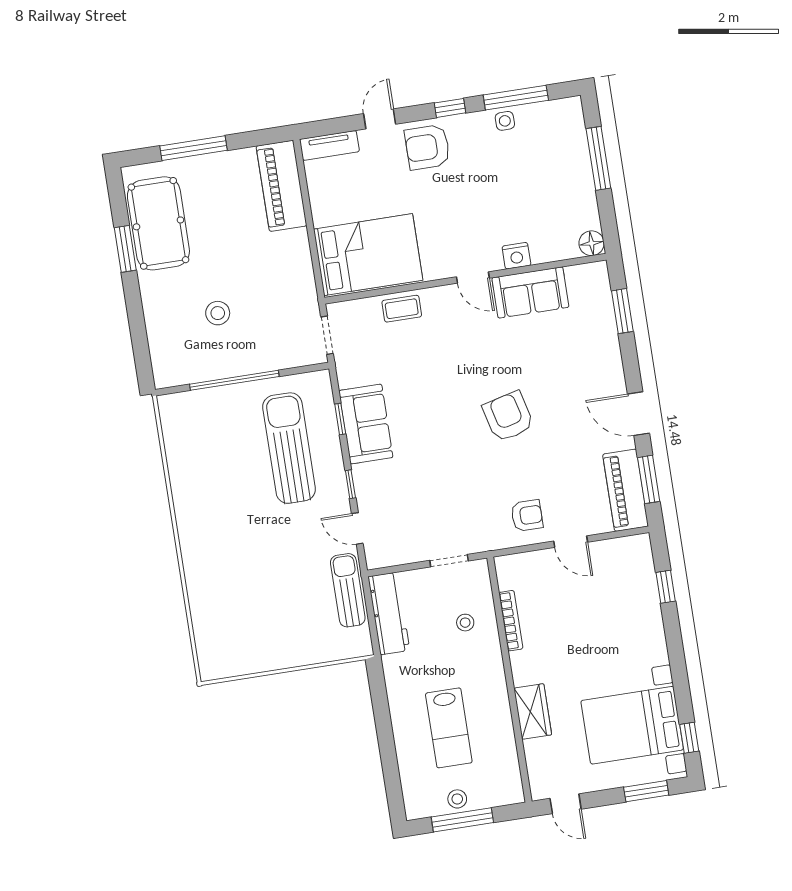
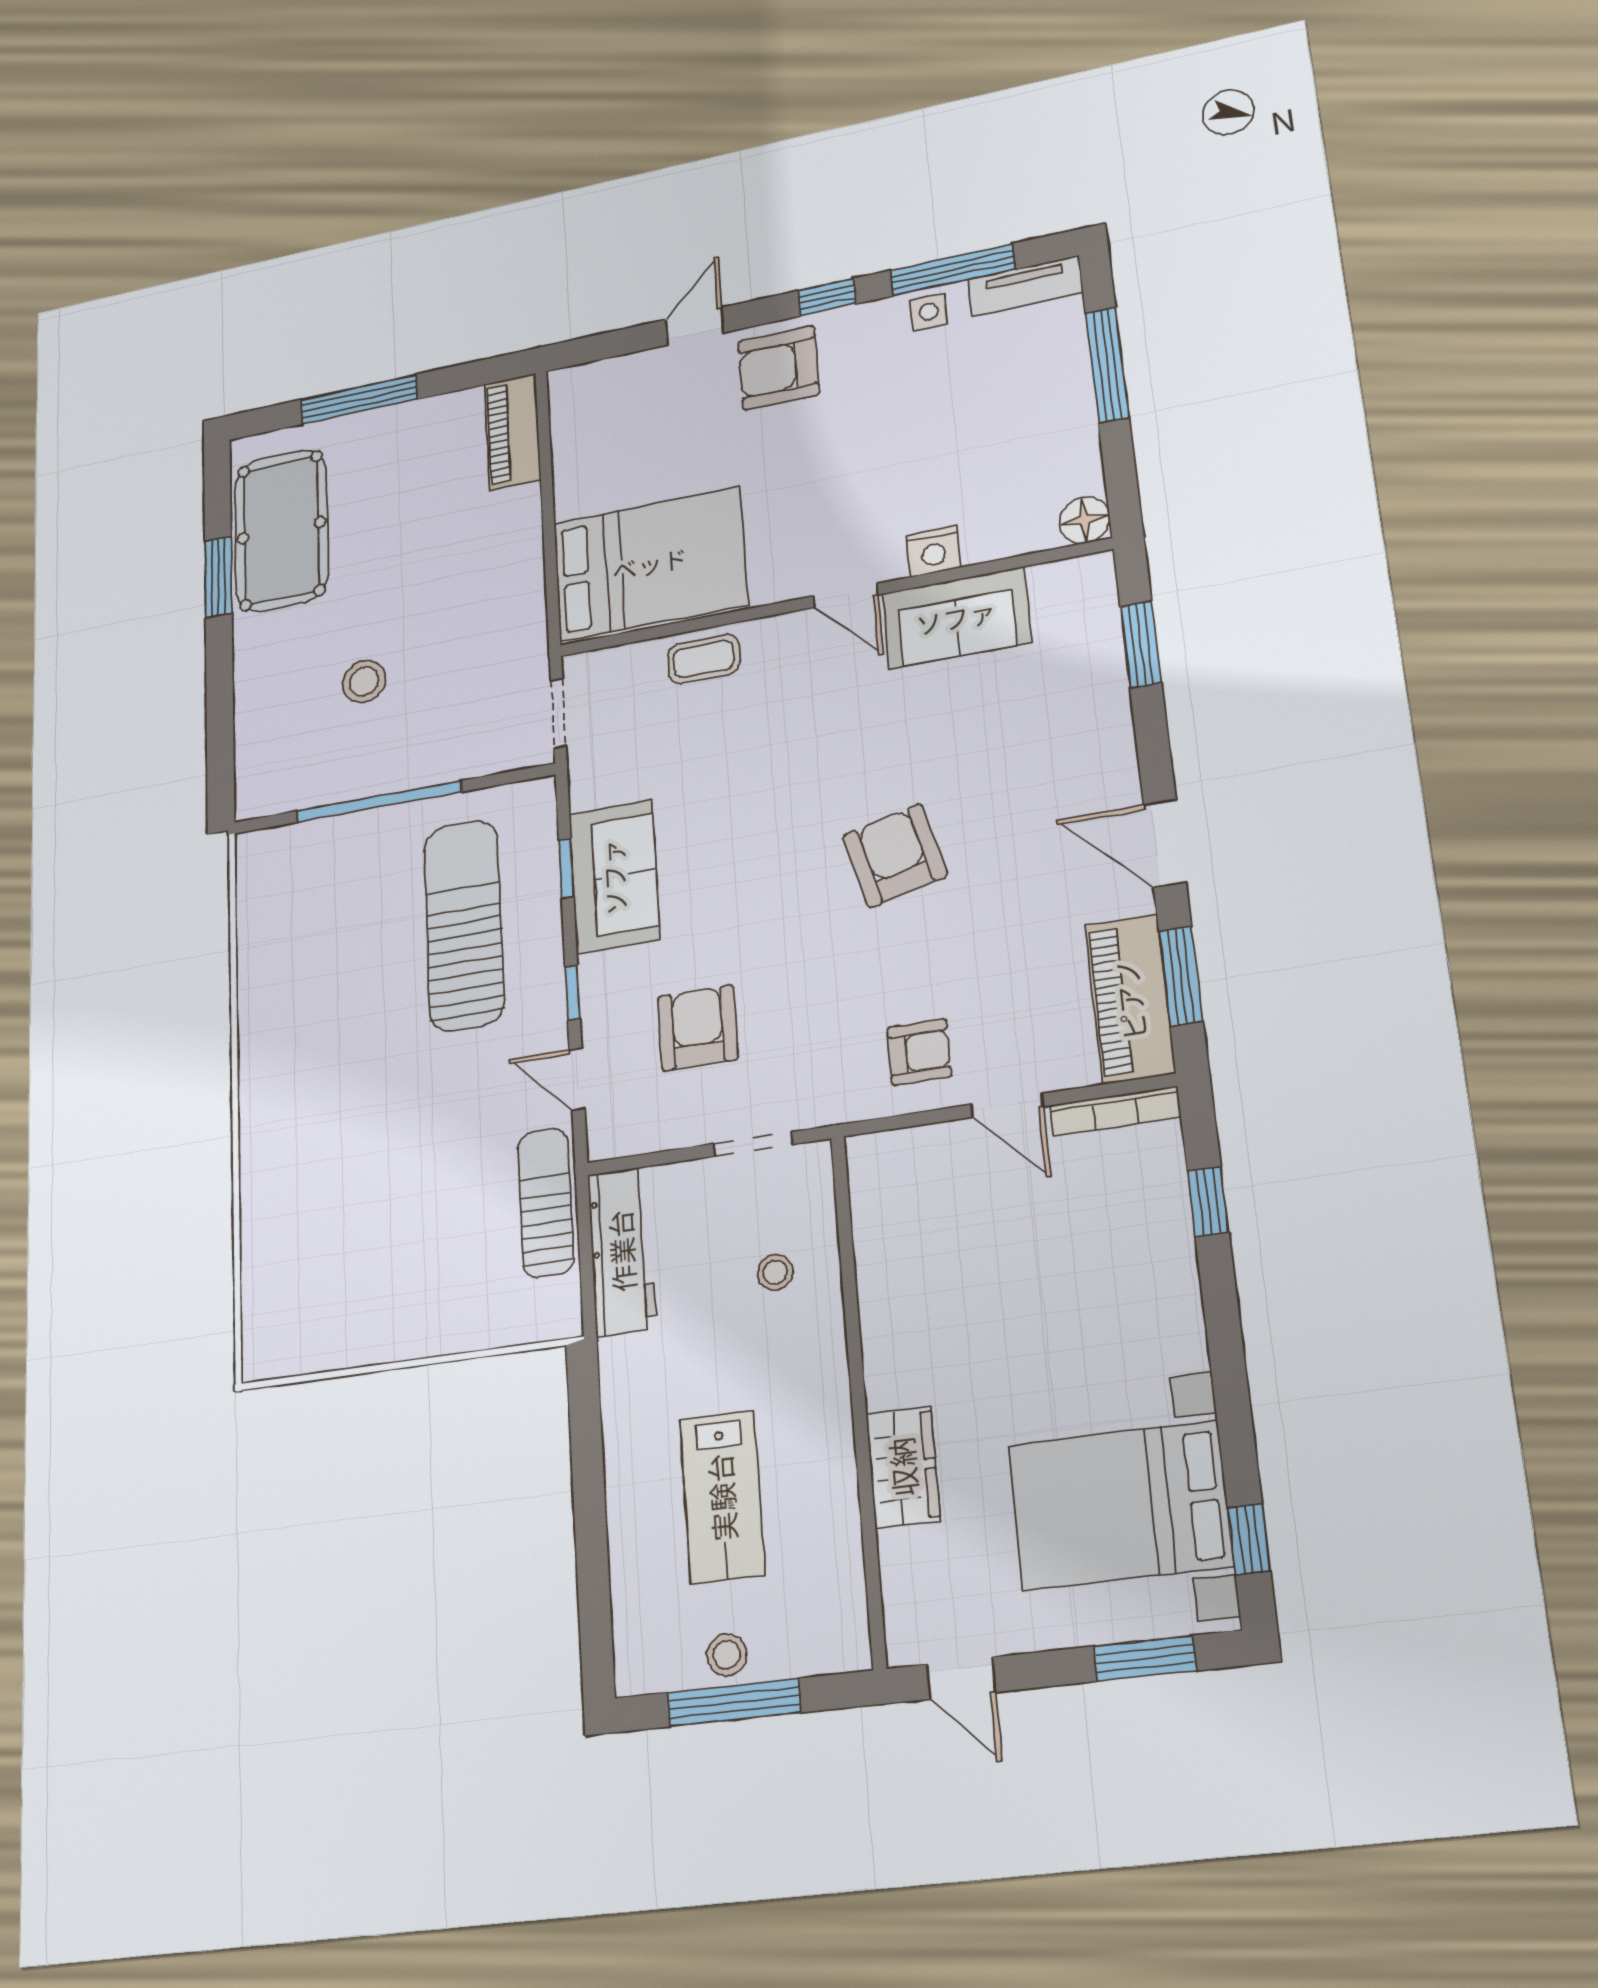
tv unit: (329, 145) -> (1025, 286), moved
piano: (282, 186) -> (513, 432), width x0.73, depth x0.75
armchair: (416, 503) -> (698, 1028), added
bookcase: (511, 621) -> (1115, 1111), moved, turned 90

